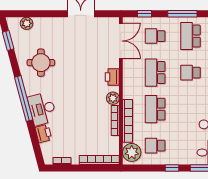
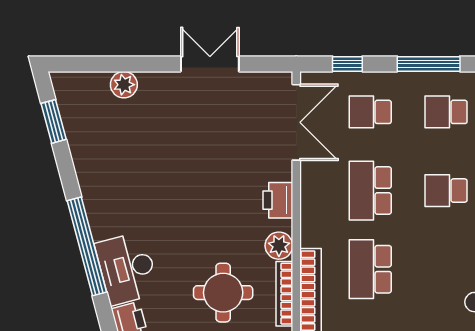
plant: (27, 23) -> (124, 85), moved
school desk: (190, 36) -> (446, 112), width x0.54
round table: (41, 63) -> (223, 293), moved

